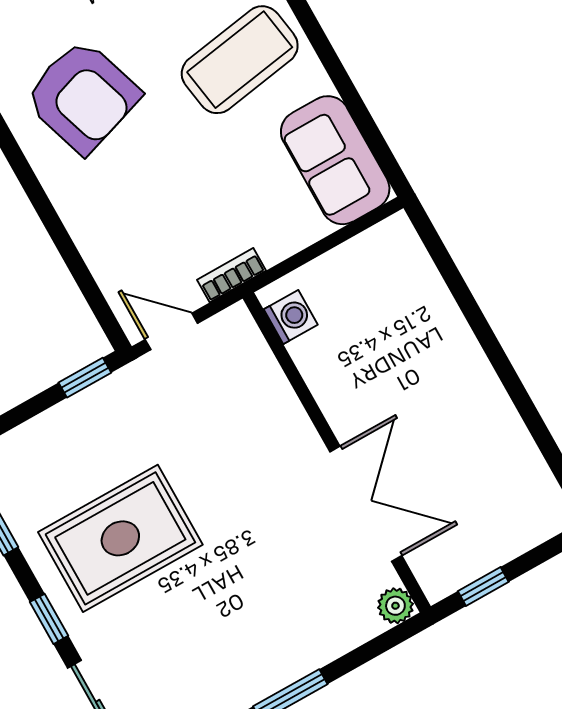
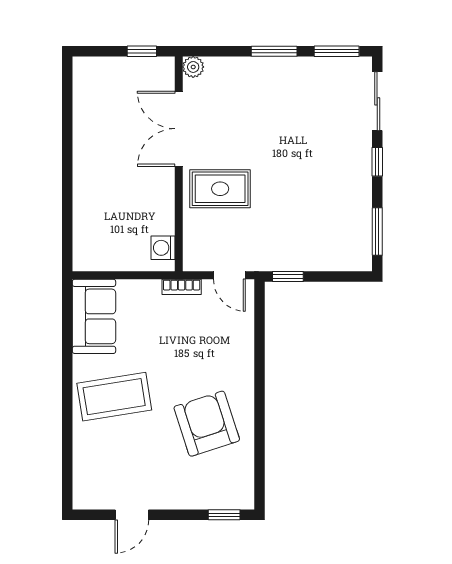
rug: (120, 538) -> (220, 189), moved, width x0.73, depth x0.70

